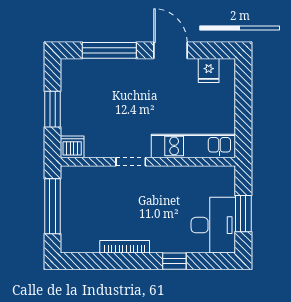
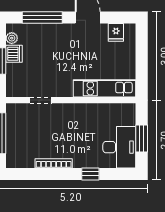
plant: (68, 78) -> (12, 38), added
dishwasher: (72, 147) -> (14, 54), moved, turned 90
doorway: (131, 162) -> (41, 100), moved

